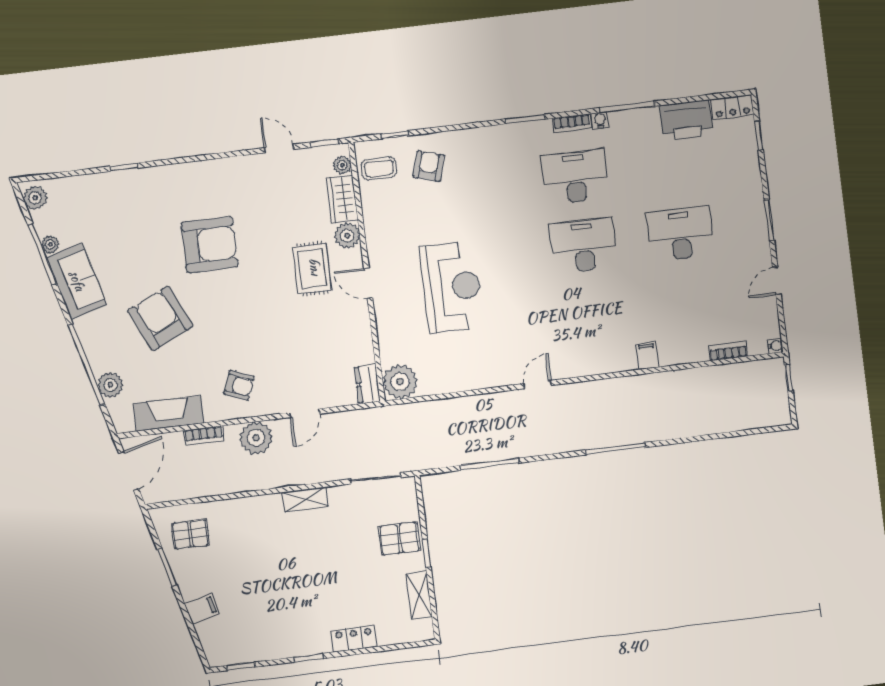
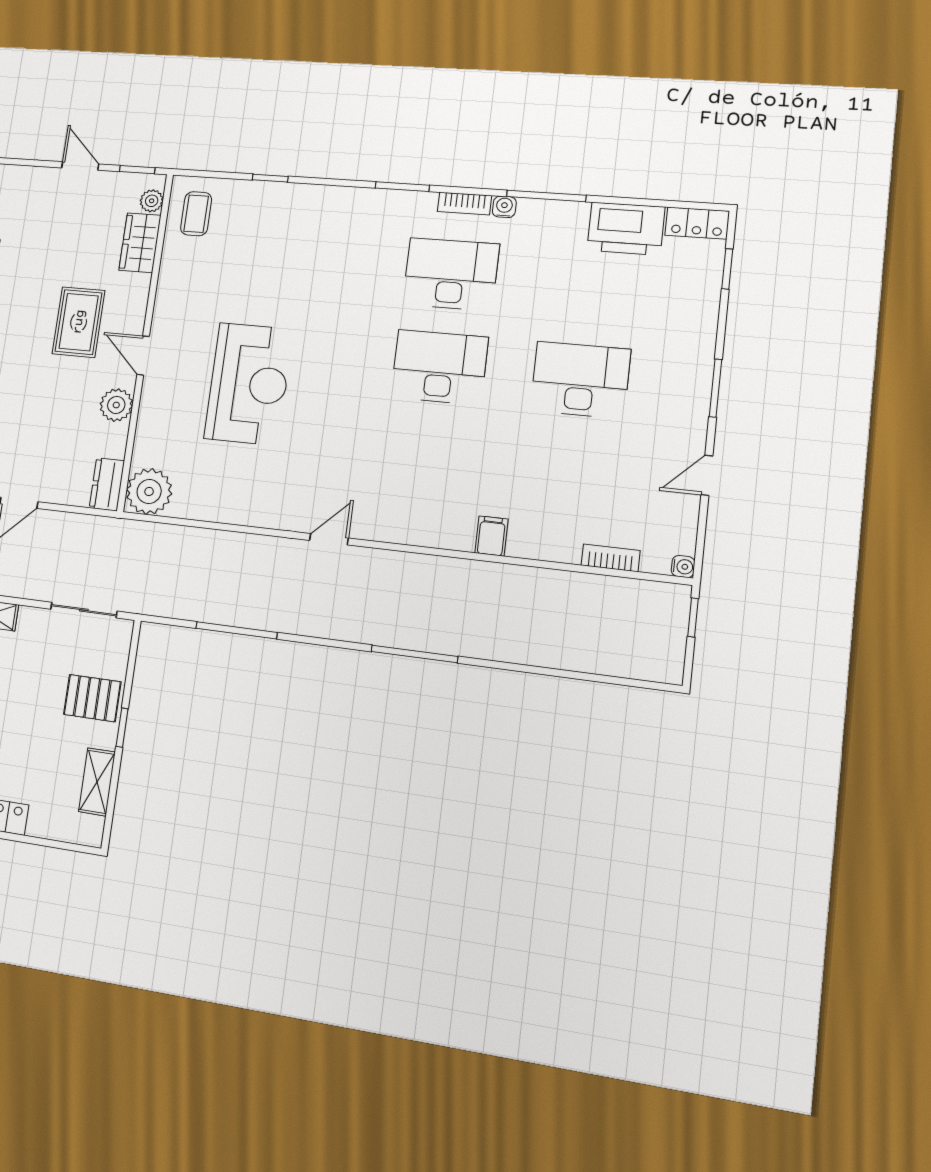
window: (395, 135) -> (270, 178), moved
armchair: (429, 166) -> (260, 223), removed
coffee table: (379, 168) -> (196, 214), turned 90
plant: (347, 236) -> (116, 405), moved

